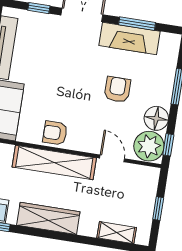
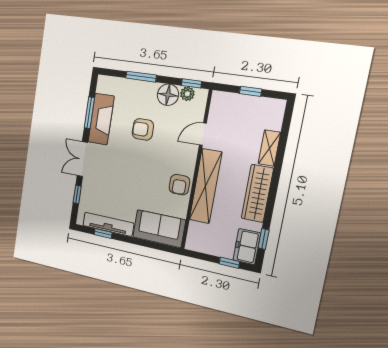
plant: (149, 146) -> (187, 94), width x0.53, depth x0.53
shelving: (117, 233) -> (269, 148), moved

